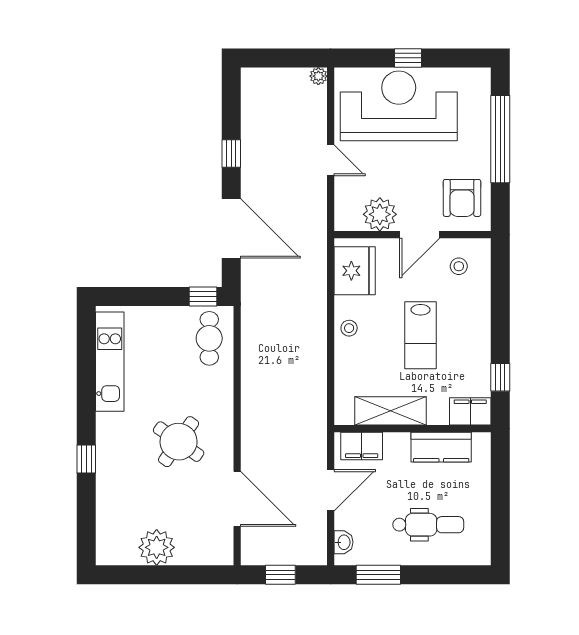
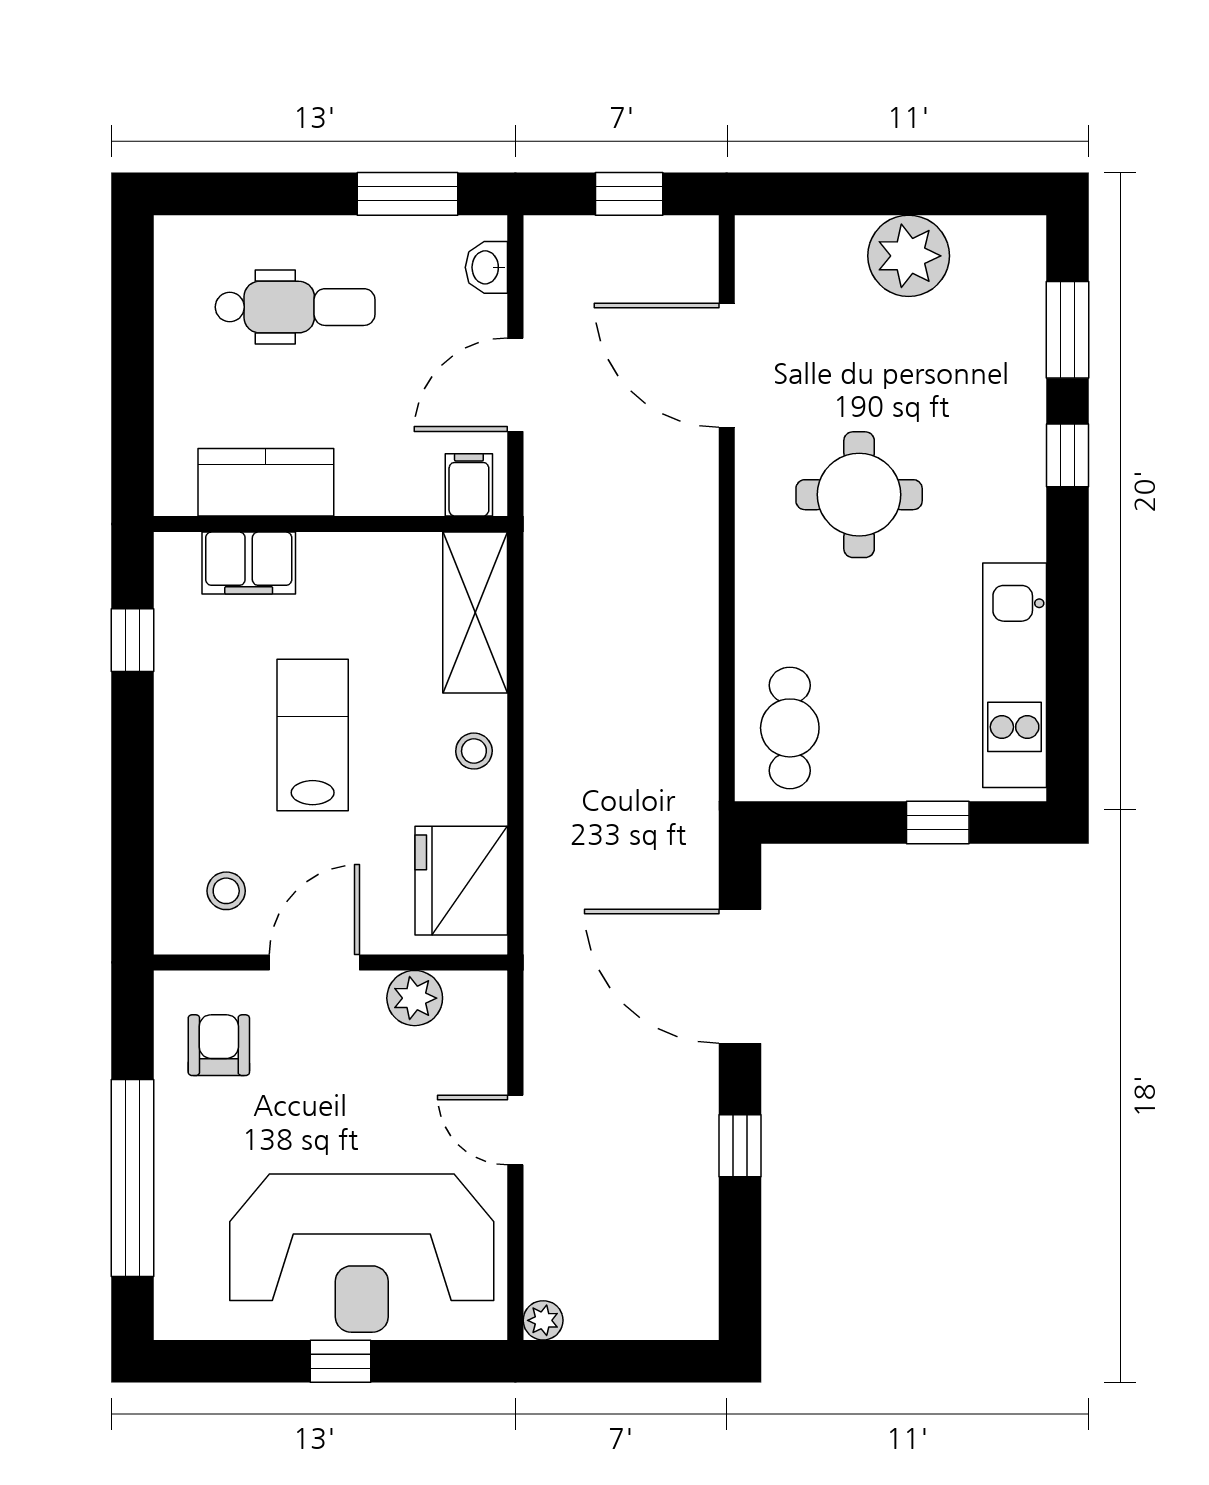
armchair: (462, 198) -> (219, 1045), width x0.72, depth x0.72
plant: (380, 214) -> (415, 998), width x0.73, depth x0.73
window: (203, 297) -> (938, 822), moved
shelving: (391, 411) -> (475, 613), moved, turned 90
filing cabinet: (470, 411) -> (249, 563), moved
round table: (179, 442) -> (859, 495), turned -35
filing cabinet: (362, 446) -> (469, 485), width x0.50
window: (86, 515) -> (1067, 330), added
dental chair: (428, 525) -> (295, 307), turned 180

